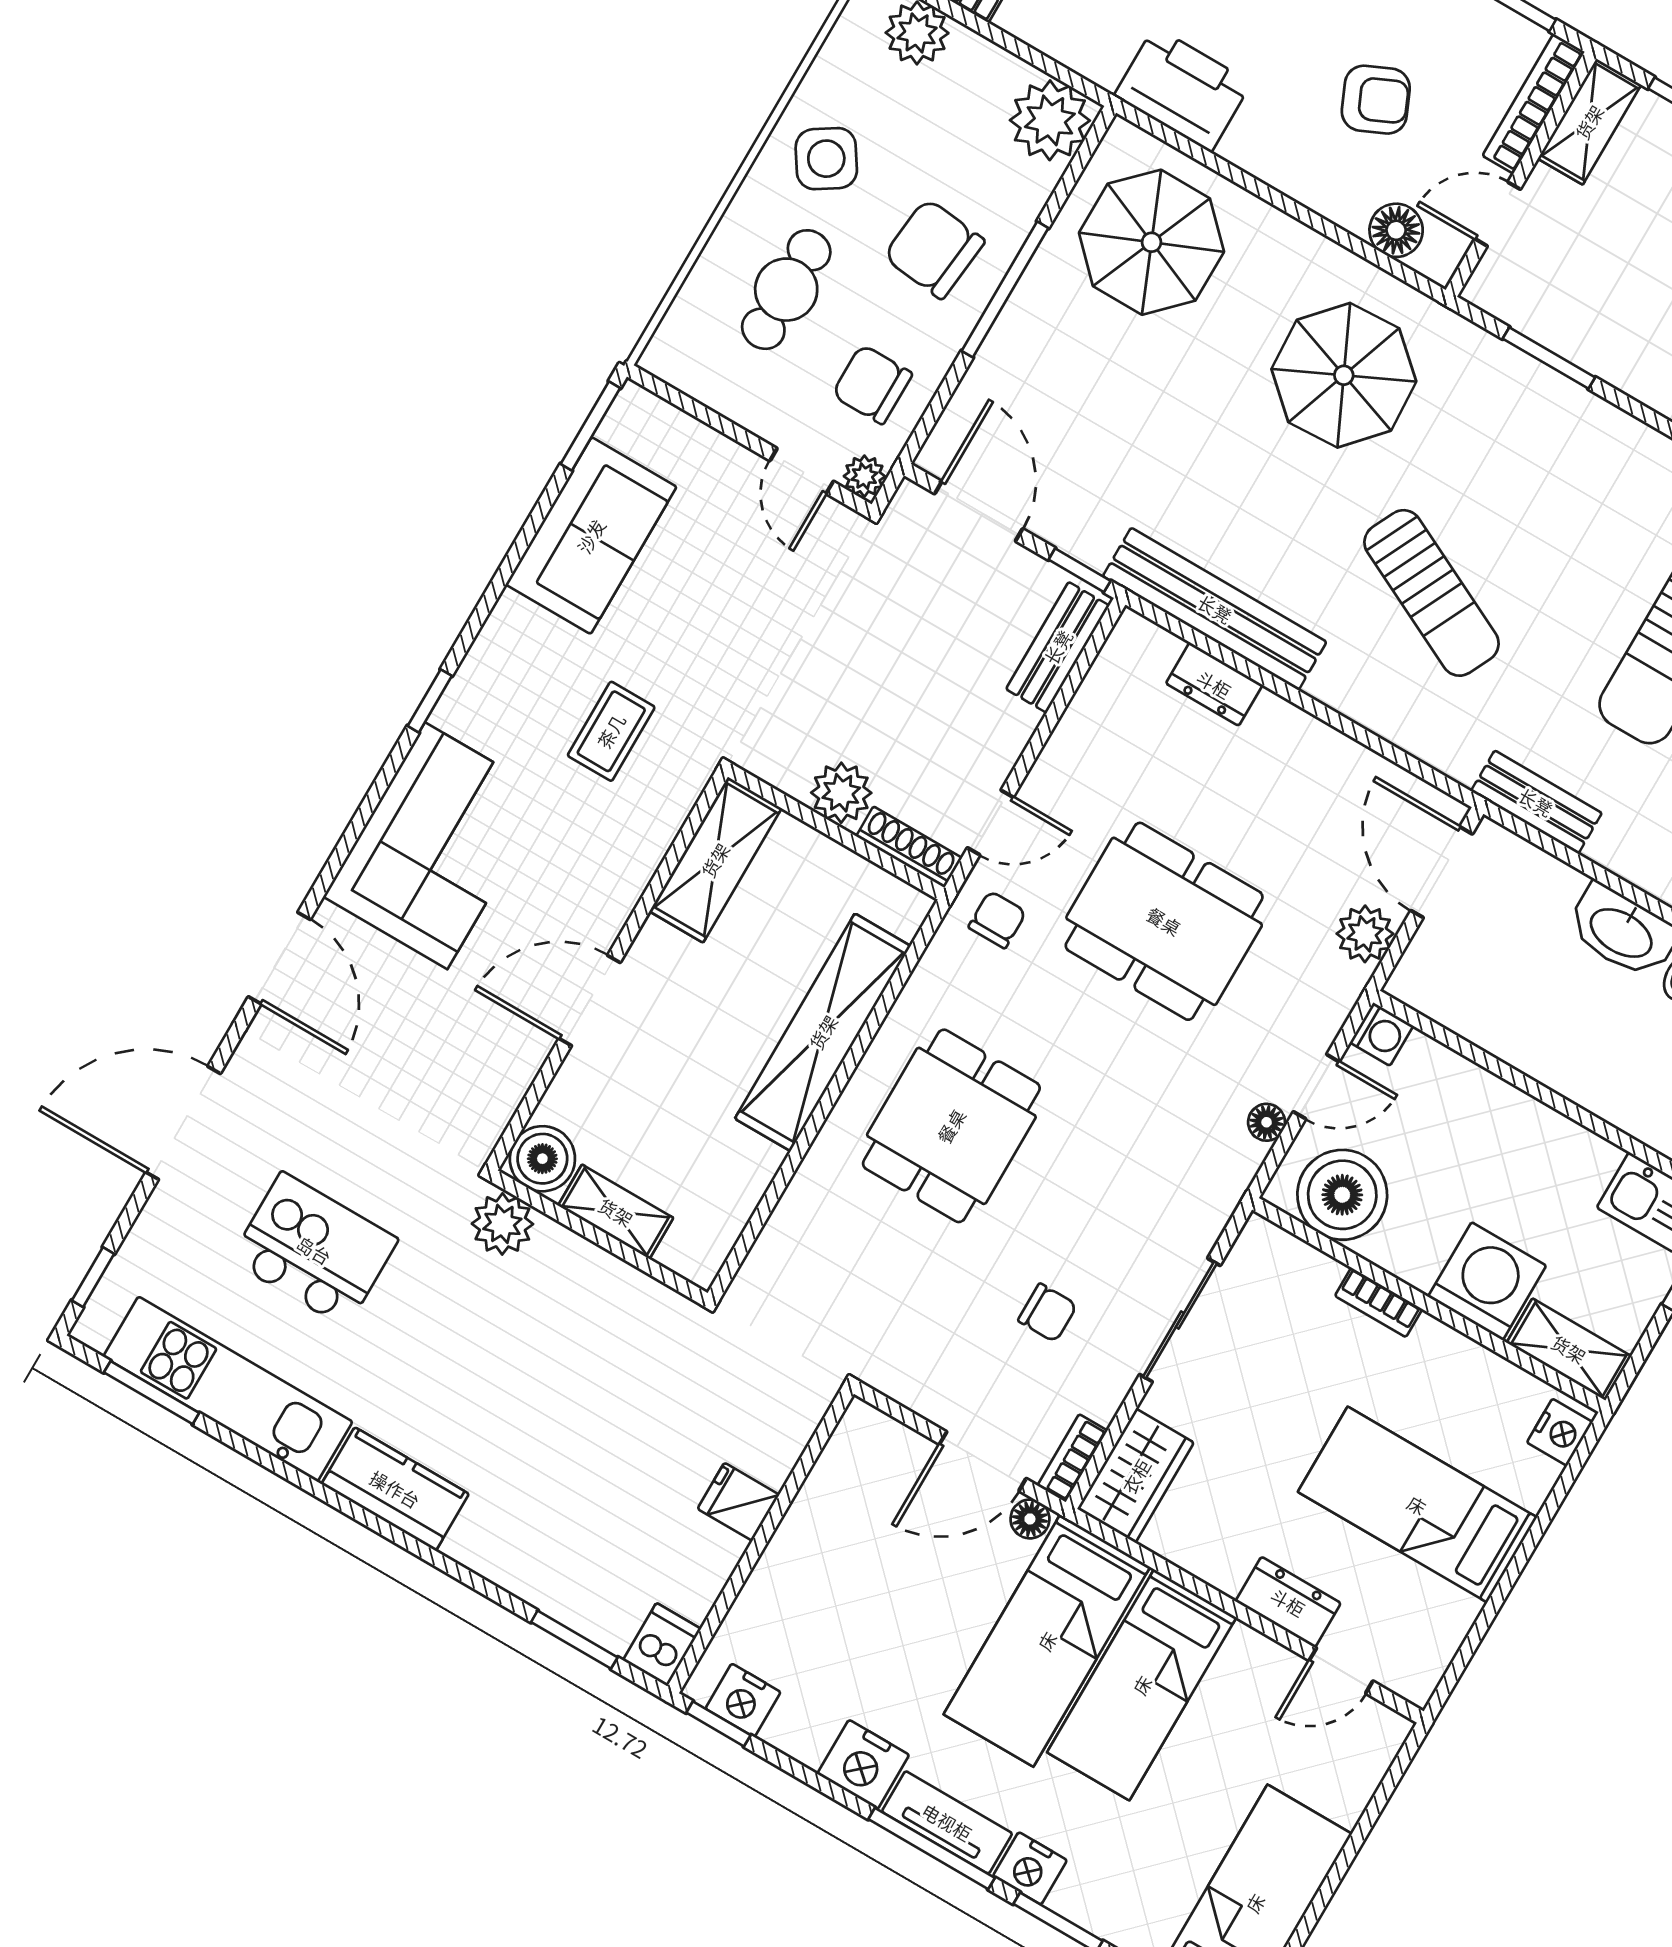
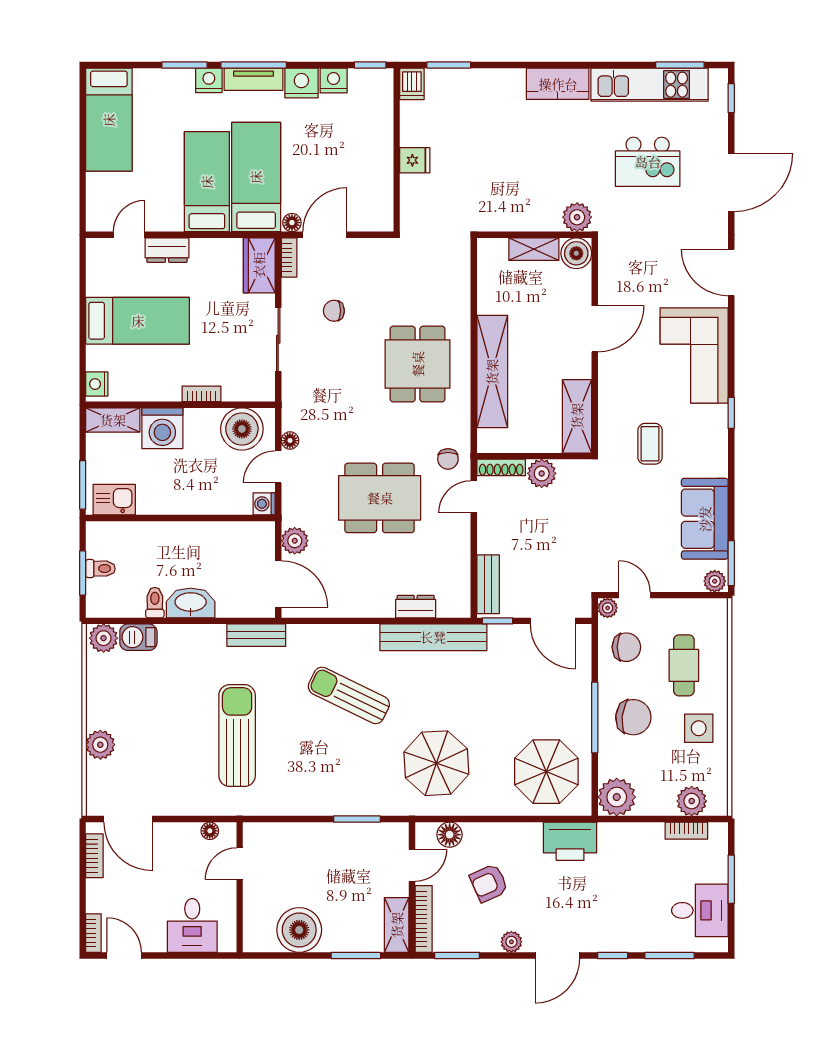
side table: (826, 159) -> (699, 728), turned 33
plant: (640, 411) -> (715, 581), added
nightstand: (743, 1700) -> (334, 80), moved

